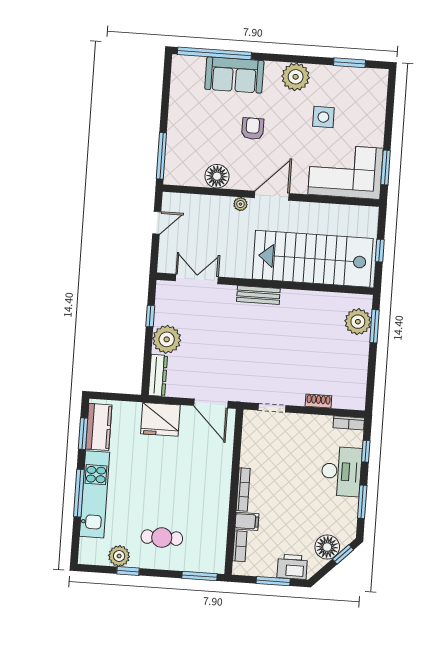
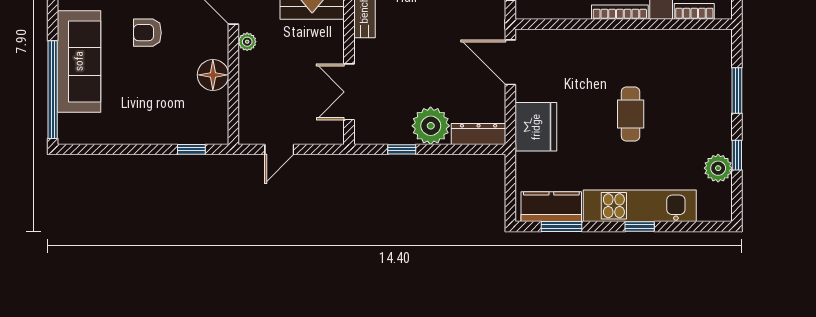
sofa: (234, 75) -> (79, 61), width x1.36
window: (161, 156) -> (191, 149), width x0.46
door: (157, 223) -> (279, 149), swing flipped
door: (211, 403) -> (510, 62), swing flipped
window: (79, 493) -> (640, 226), width x0.46
cafe table: (162, 538) -> (631, 114), moved
window: (200, 576) -> (737, 91), moved

